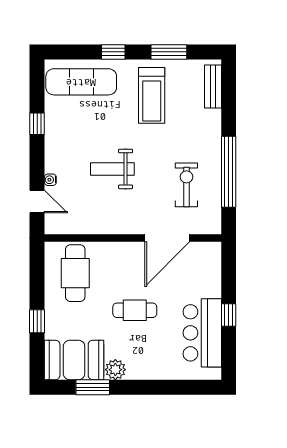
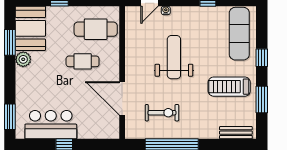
weight bench: (112, 169) -> (174, 57), width x1.36, depth x1.33
cafe table: (135, 310) -> (83, 61), moved, turned 90
window: (192, 387) -> (10, 117), added

